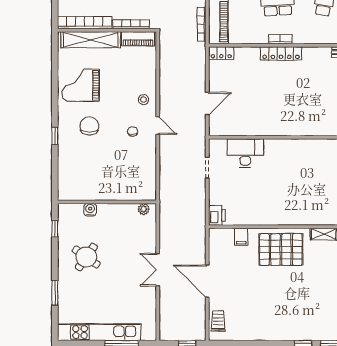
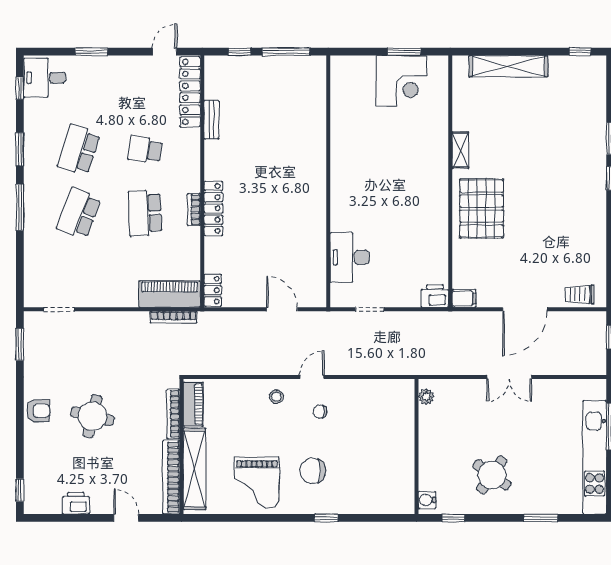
water cooler: (90, 210) -> (427, 500), moved
filing cabinet: (241, 237) -> (464, 299), moved

